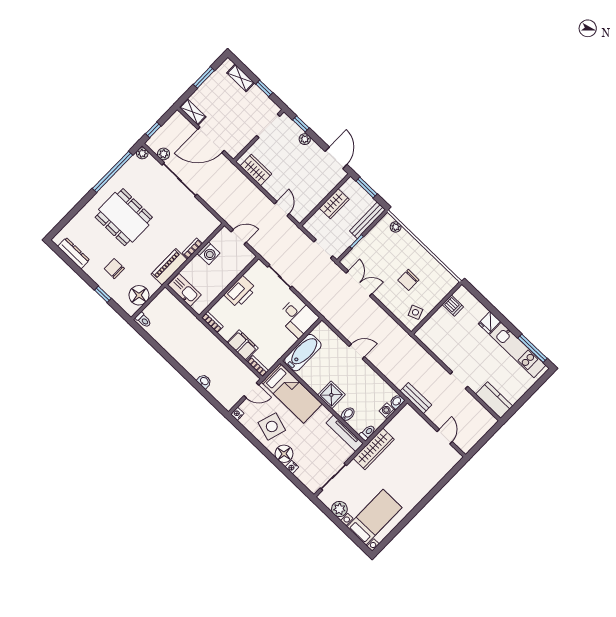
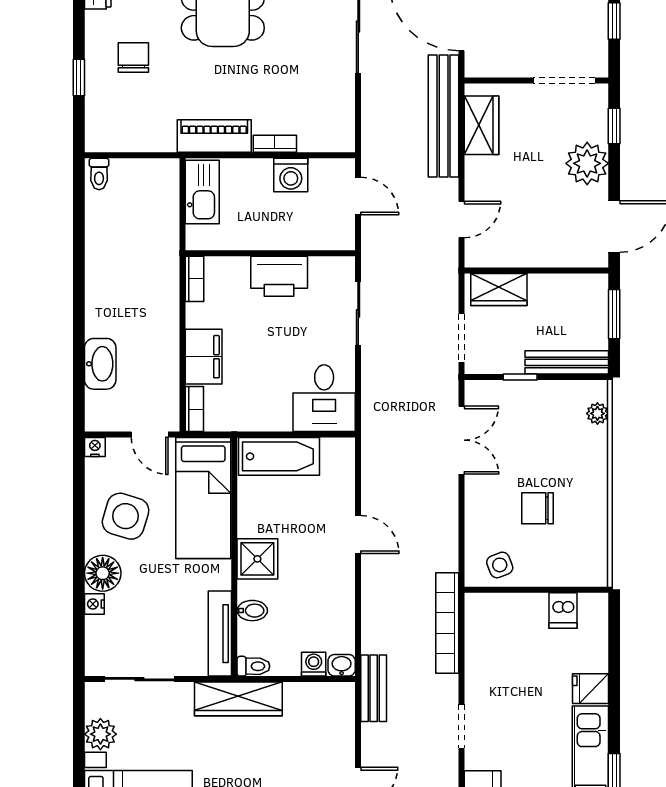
plant: (305, 139) -> (587, 163), width x1.88, depth x1.88
bench: (240, 180) -> (444, 116), added
wardrobe: (334, 204) -> (499, 290), moved
floor lamp: (139, 295) -> (129, 132), removed
bookcase: (418, 350) -> (447, 623), added
washbasin: (204, 381) -> (100, 364), width x1.91, depth x1.45

